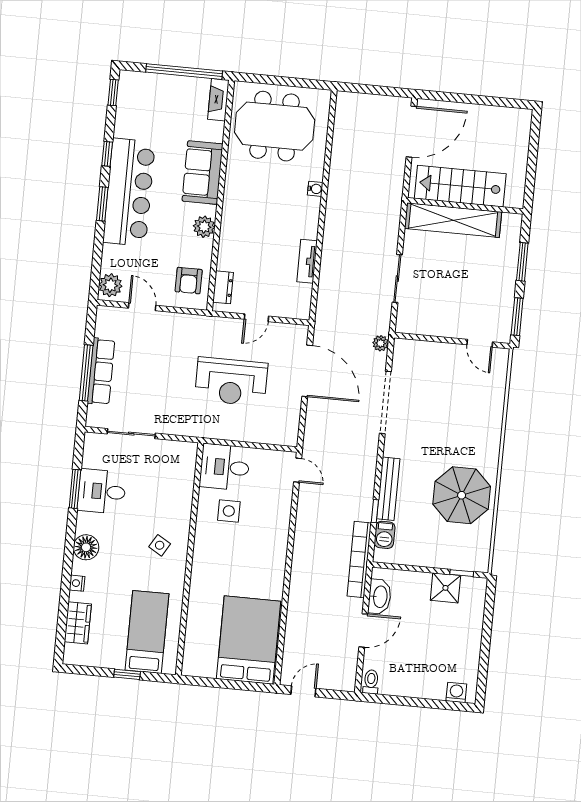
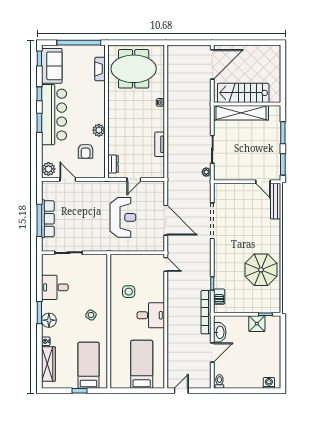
fireplace: (218, 100) -> (100, 69), moved
sofa: (203, 173) -> (52, 66), moved, turned 180
armchair: (189, 281) -> (86, 151), moved
plant: (381, 343) -> (206, 172), moved
door: (307, 371) -> (166, 220), moved
reception desk: (231, 382) -> (123, 217), turned -90
desk: (225, 467) -> (151, 315), moved, turned 180
window: (75, 489) -> (39, 313), moved
bench: (388, 489) -> (276, 201), moved
wardrobe: (78, 623) -> (48, 364), width x1.50
bed: (249, 640) -> (142, 364), width x0.67

